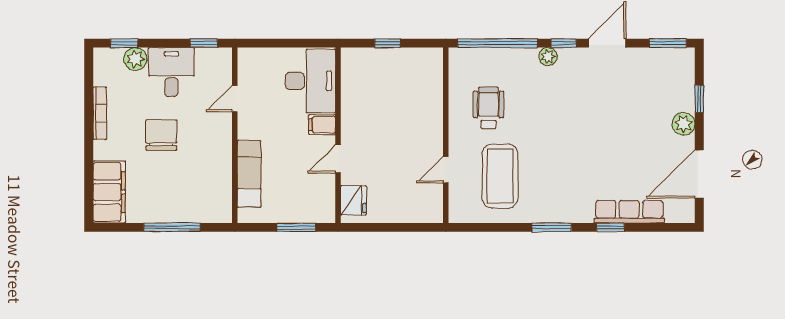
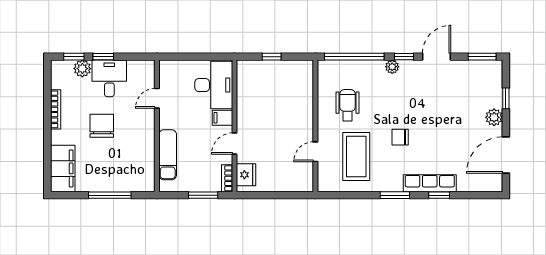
window: (204, 43) -> (103, 57), moved
chair: (559, 150) -> (400, 137), added
bookcase: (328, 205) -> (227, 178), added
row of seats: (629, 212) -> (430, 183), moved

